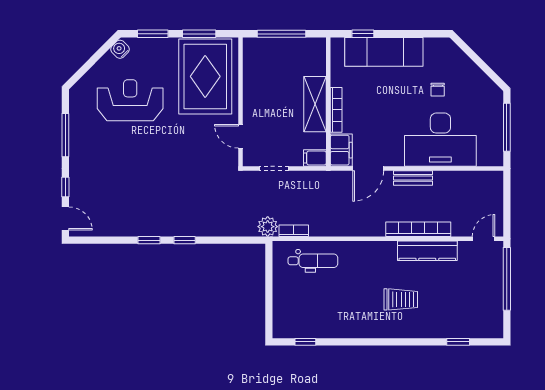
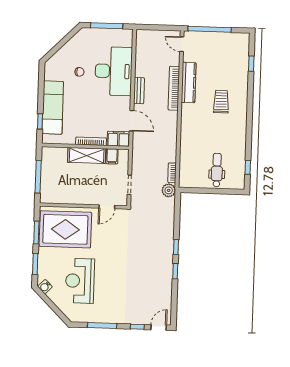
filing cabinet: (315, 158) -> (112, 156), moved
dental chair: (313, 261) -> (217, 170), moved

